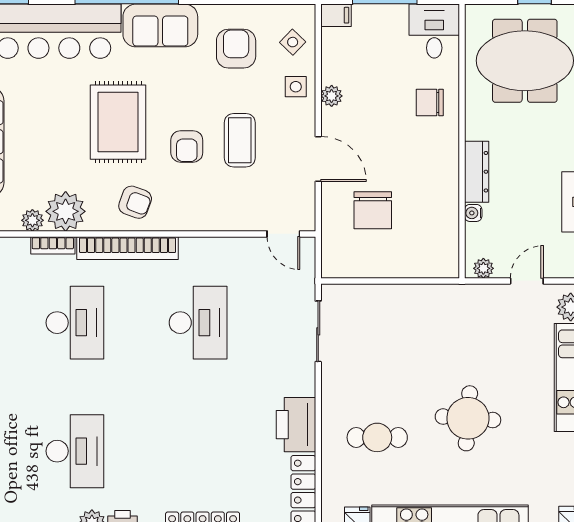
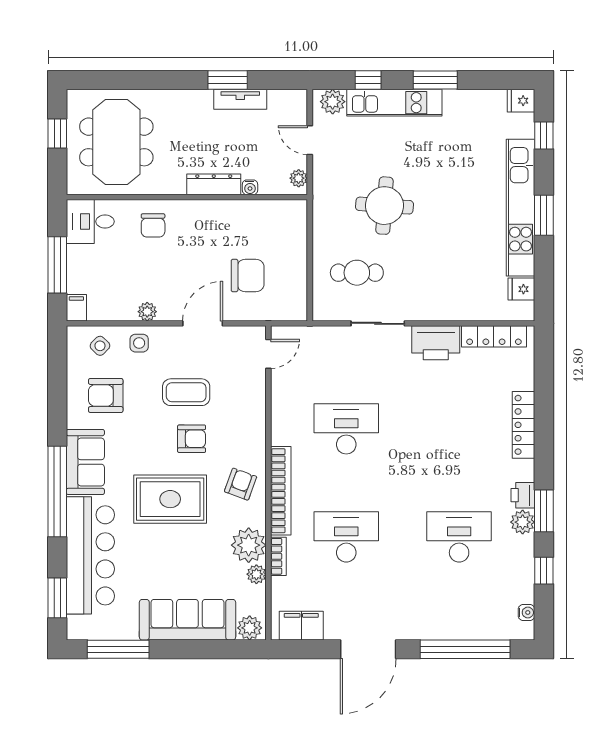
sliding door: (318, 331) -> (378, 323), moved
round table: (468, 418) -> (384, 206), moved
cafe table: (377, 437) -> (357, 273), moved, turned 90

